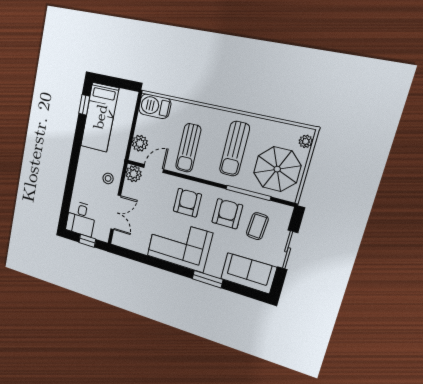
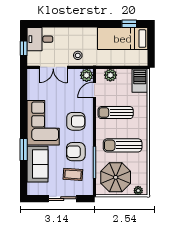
door: (154, 168) -> (94, 90), swing flipped
armchair: (227, 214) -> (76, 152), turned 180
sofa: (248, 273) -> (38, 164), moved

